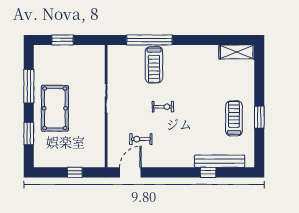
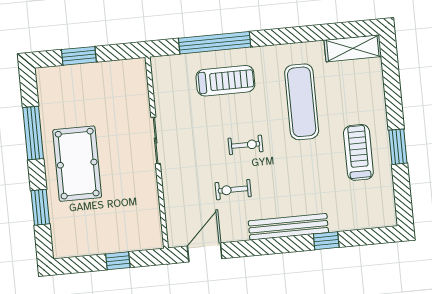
treadmill: (154, 65) -> (225, 81), turned -90
exercise mat: (201, 83) -> (302, 102), added
exercise bike: (141, 139) -> (233, 190), moved
bench: (220, 161) -> (288, 227), moved

